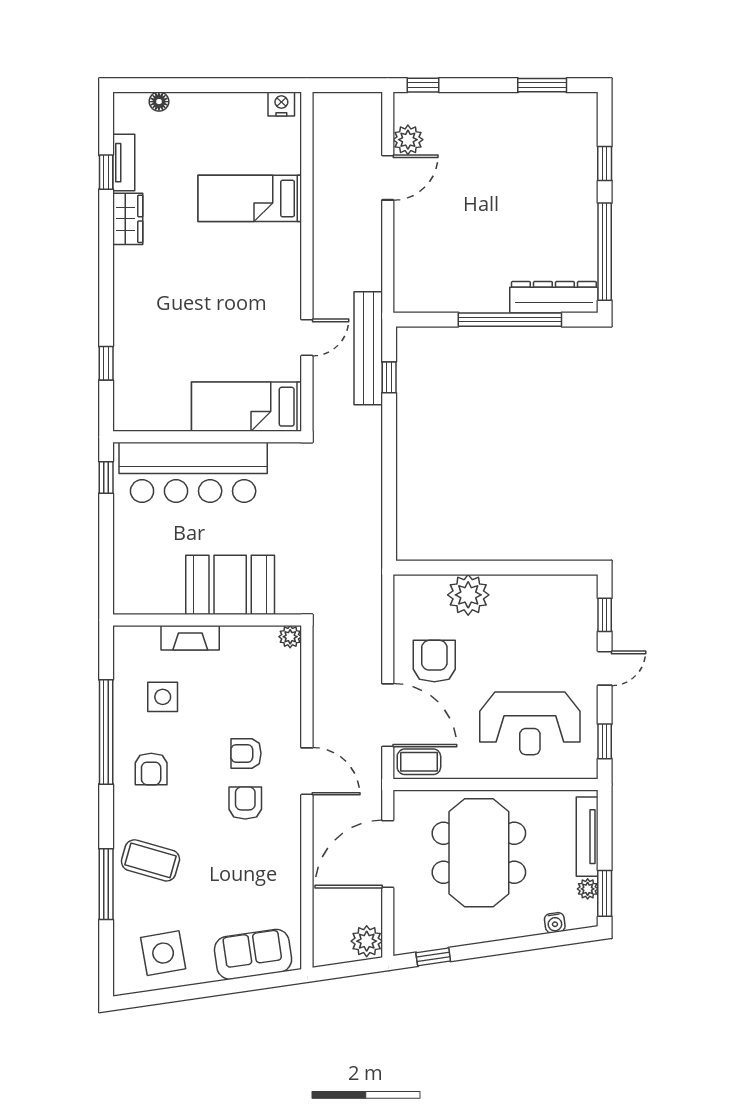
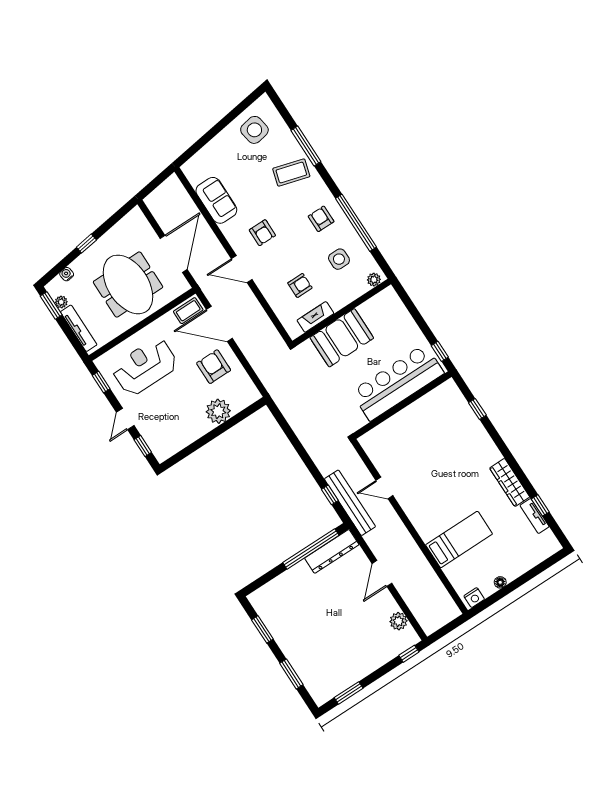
floor lamp: (159, 102) -> (500, 582), moved
window: (605, 164) -> (291, 674), width x1.50
door: (388, 178) -> (382, 573), moved
wardrobe: (128, 219) -> (510, 482), width x1.50
window: (605, 252) -> (262, 629), width x0.47
dresser: (554, 297) -> (332, 551), moved
window: (510, 320) -> (311, 549), moved
door: (307, 338) -> (384, 488), hinge flipped
bed: (246, 407) -> (392, 433), removed
plant: (290, 637) -> (374, 280), moved
fireplace: (190, 638) -> (315, 317), moved
armchair: (434, 661) -> (214, 367), turned 180
armchair: (246, 753) -> (300, 285), moved
plant: (367, 941) -> (156, 203), removed
sofa: (253, 954) -> (216, 200), moved, turned -82
window: (433, 957) -> (86, 244), moved

